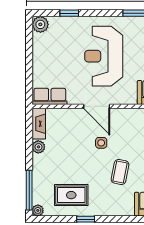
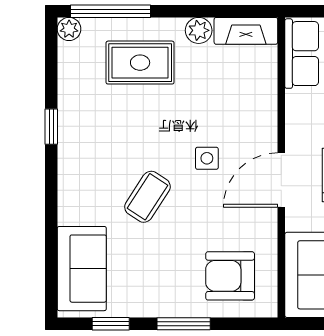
door: (97, 106) -> (281, 180), moved
coffee table: (120, 172) -> (147, 197), turned -68
rug: (71, 195) -> (140, 63), moved, turned 90

